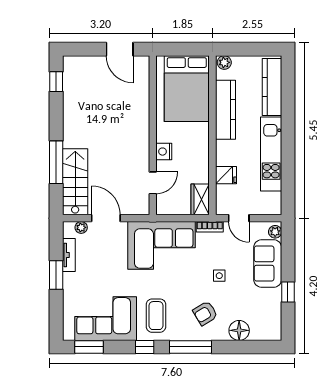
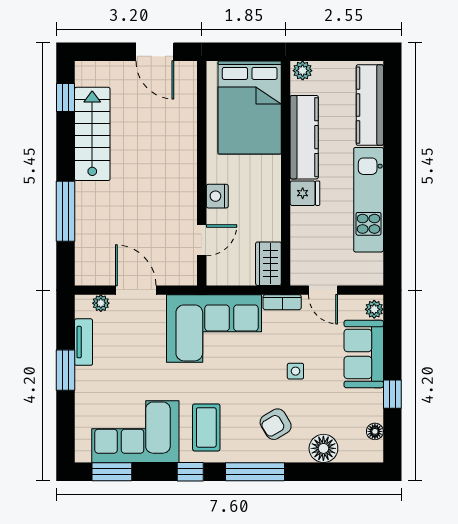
fridge: (226, 175) -> (305, 193), moved
stairs: (75, 182) -> (92, 134), moved
floor lamp: (276, 318) -> (375, 431), added

